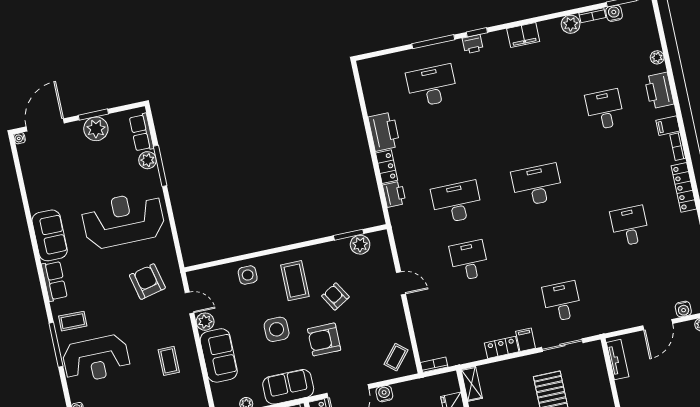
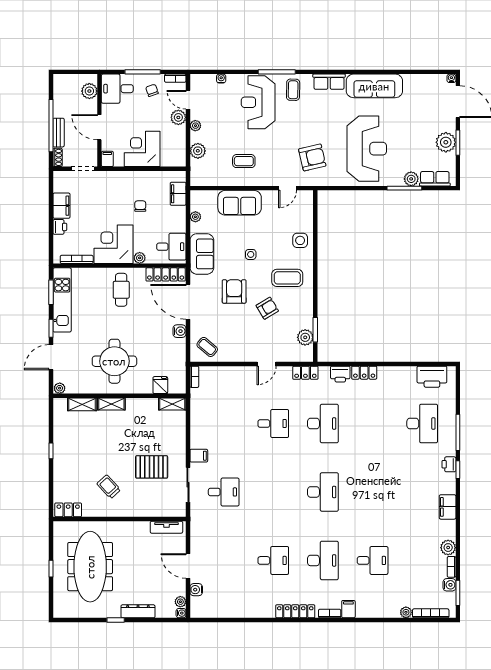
bookcase: (652, 28) -> (431, 613), added
printer: (659, 91) -> (379, 608), removed
printer: (384, 132) -> (432, 377), moved
desk: (617, 168) -> (323, 560), added
sofa: (50, 235) -> (374, 86), width x1.36
plant: (205, 322) -> (270, 198), removed
side table: (277, 329) -> (251, 254), width x0.54, depth x0.54
locker: (502, 347) -> (305, 373), moved, turned 90

